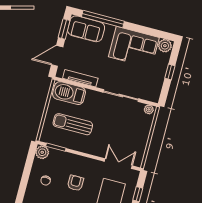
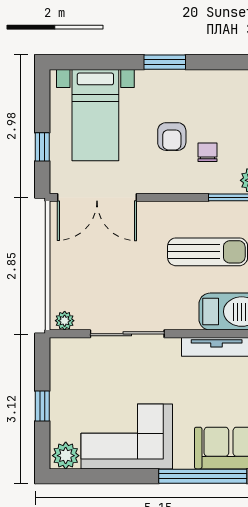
double door: (118, 164) -> (97, 197), width x1.37
chair: (46, 181) -> (208, 152), moved

